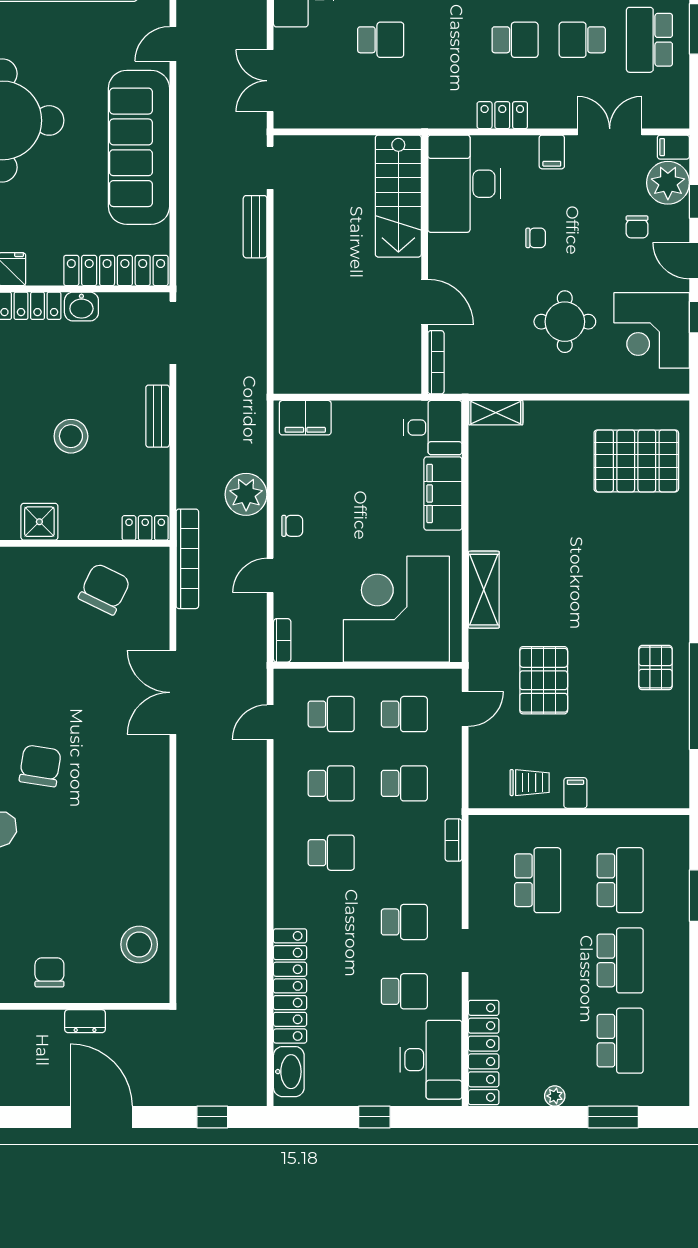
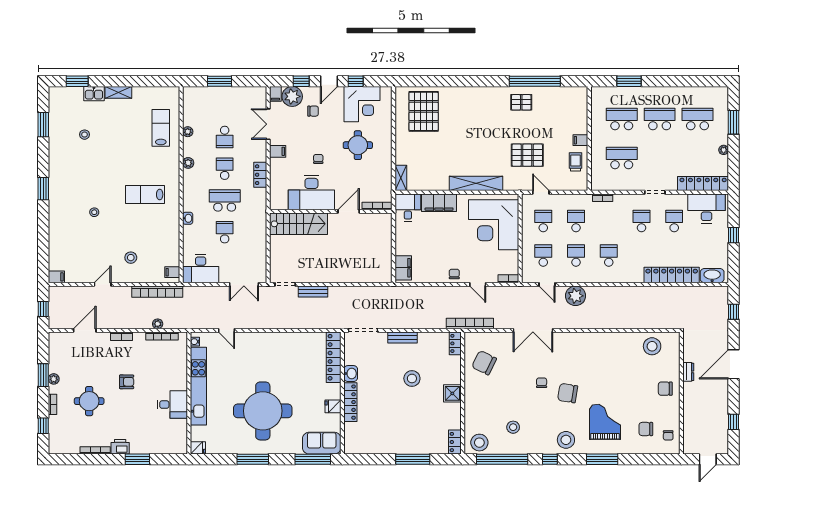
school desk: (649, 40) -> (225, 200), moved, turned 180
sofa: (139, 147) -> (275, 346), removed
desk: (464, 184) -> (311, 193), moved
plant: (246, 494) -> (576, 296), moved
shelving: (484, 590) -> (476, 183), width x1.47
chair: (62, 711) -> (542, 383), added

